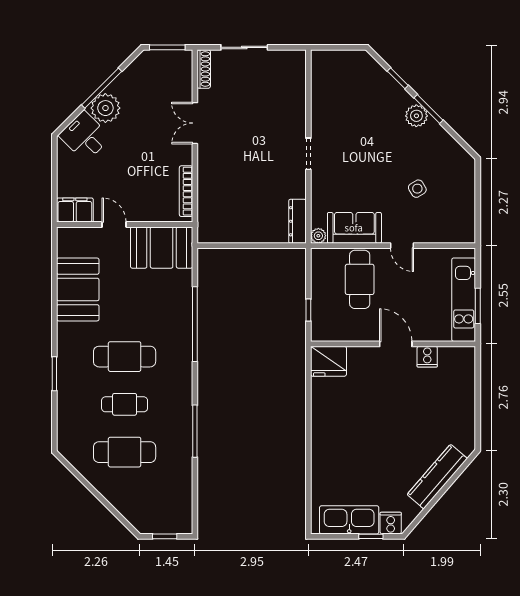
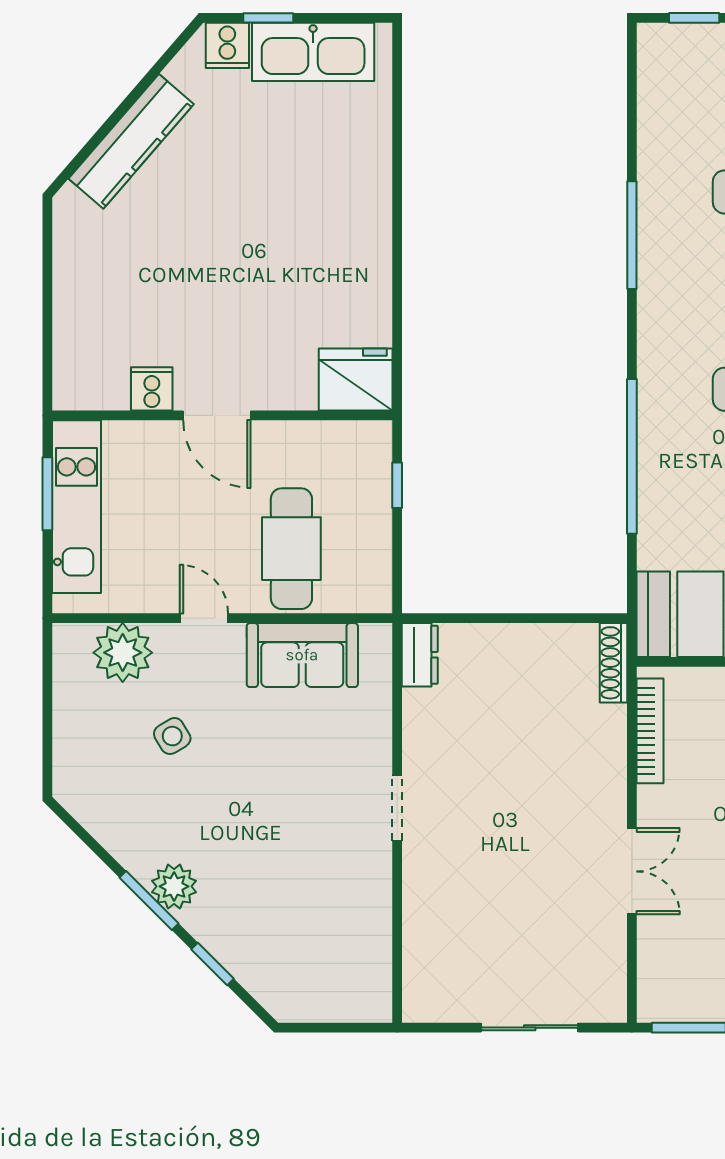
shoe rack: (204, 69) -> (613, 663), moved
dresser: (297, 221) -> (420, 655), width x0.70
plant: (318, 236) -> (123, 653), moved, width x1.88, depth x1.88

